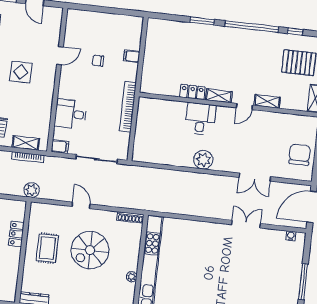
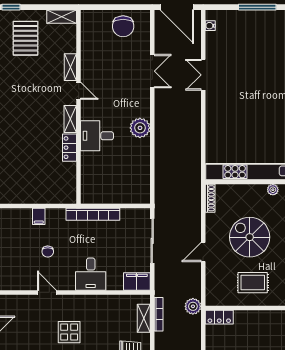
desk: (71, 114) -> (91, 274), moved
filing cabinet: (60, 147) -> (137, 281), width x2.00
chair: (300, 155) -> (123, 26), turned -90
locker: (16, 234) -> (219, 317), moved
spiral stairs: (90, 250) -> (250, 237), turned 180

